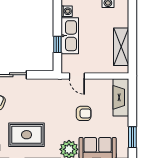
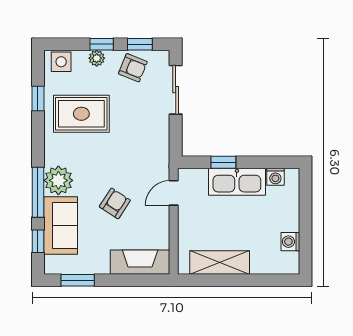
armchair: (84, 113) -> (115, 203), turned -147
rug: (27, 135) -> (81, 114), turned 90

